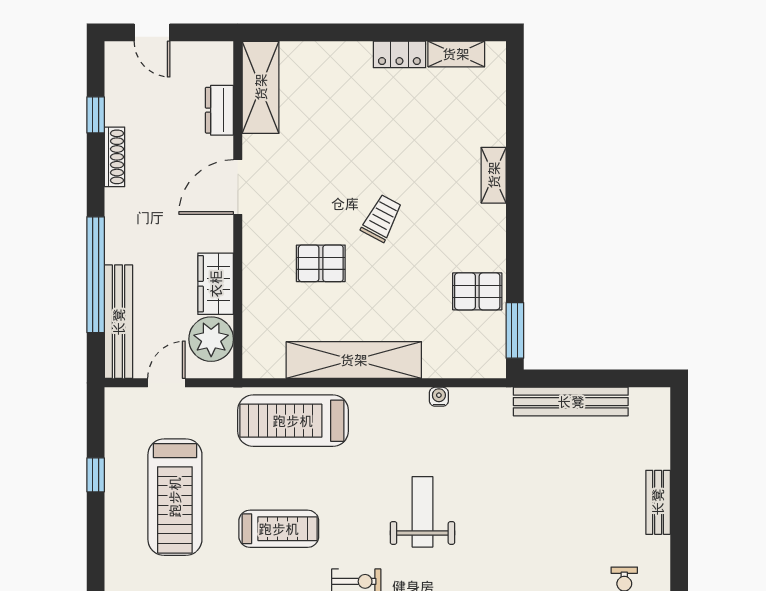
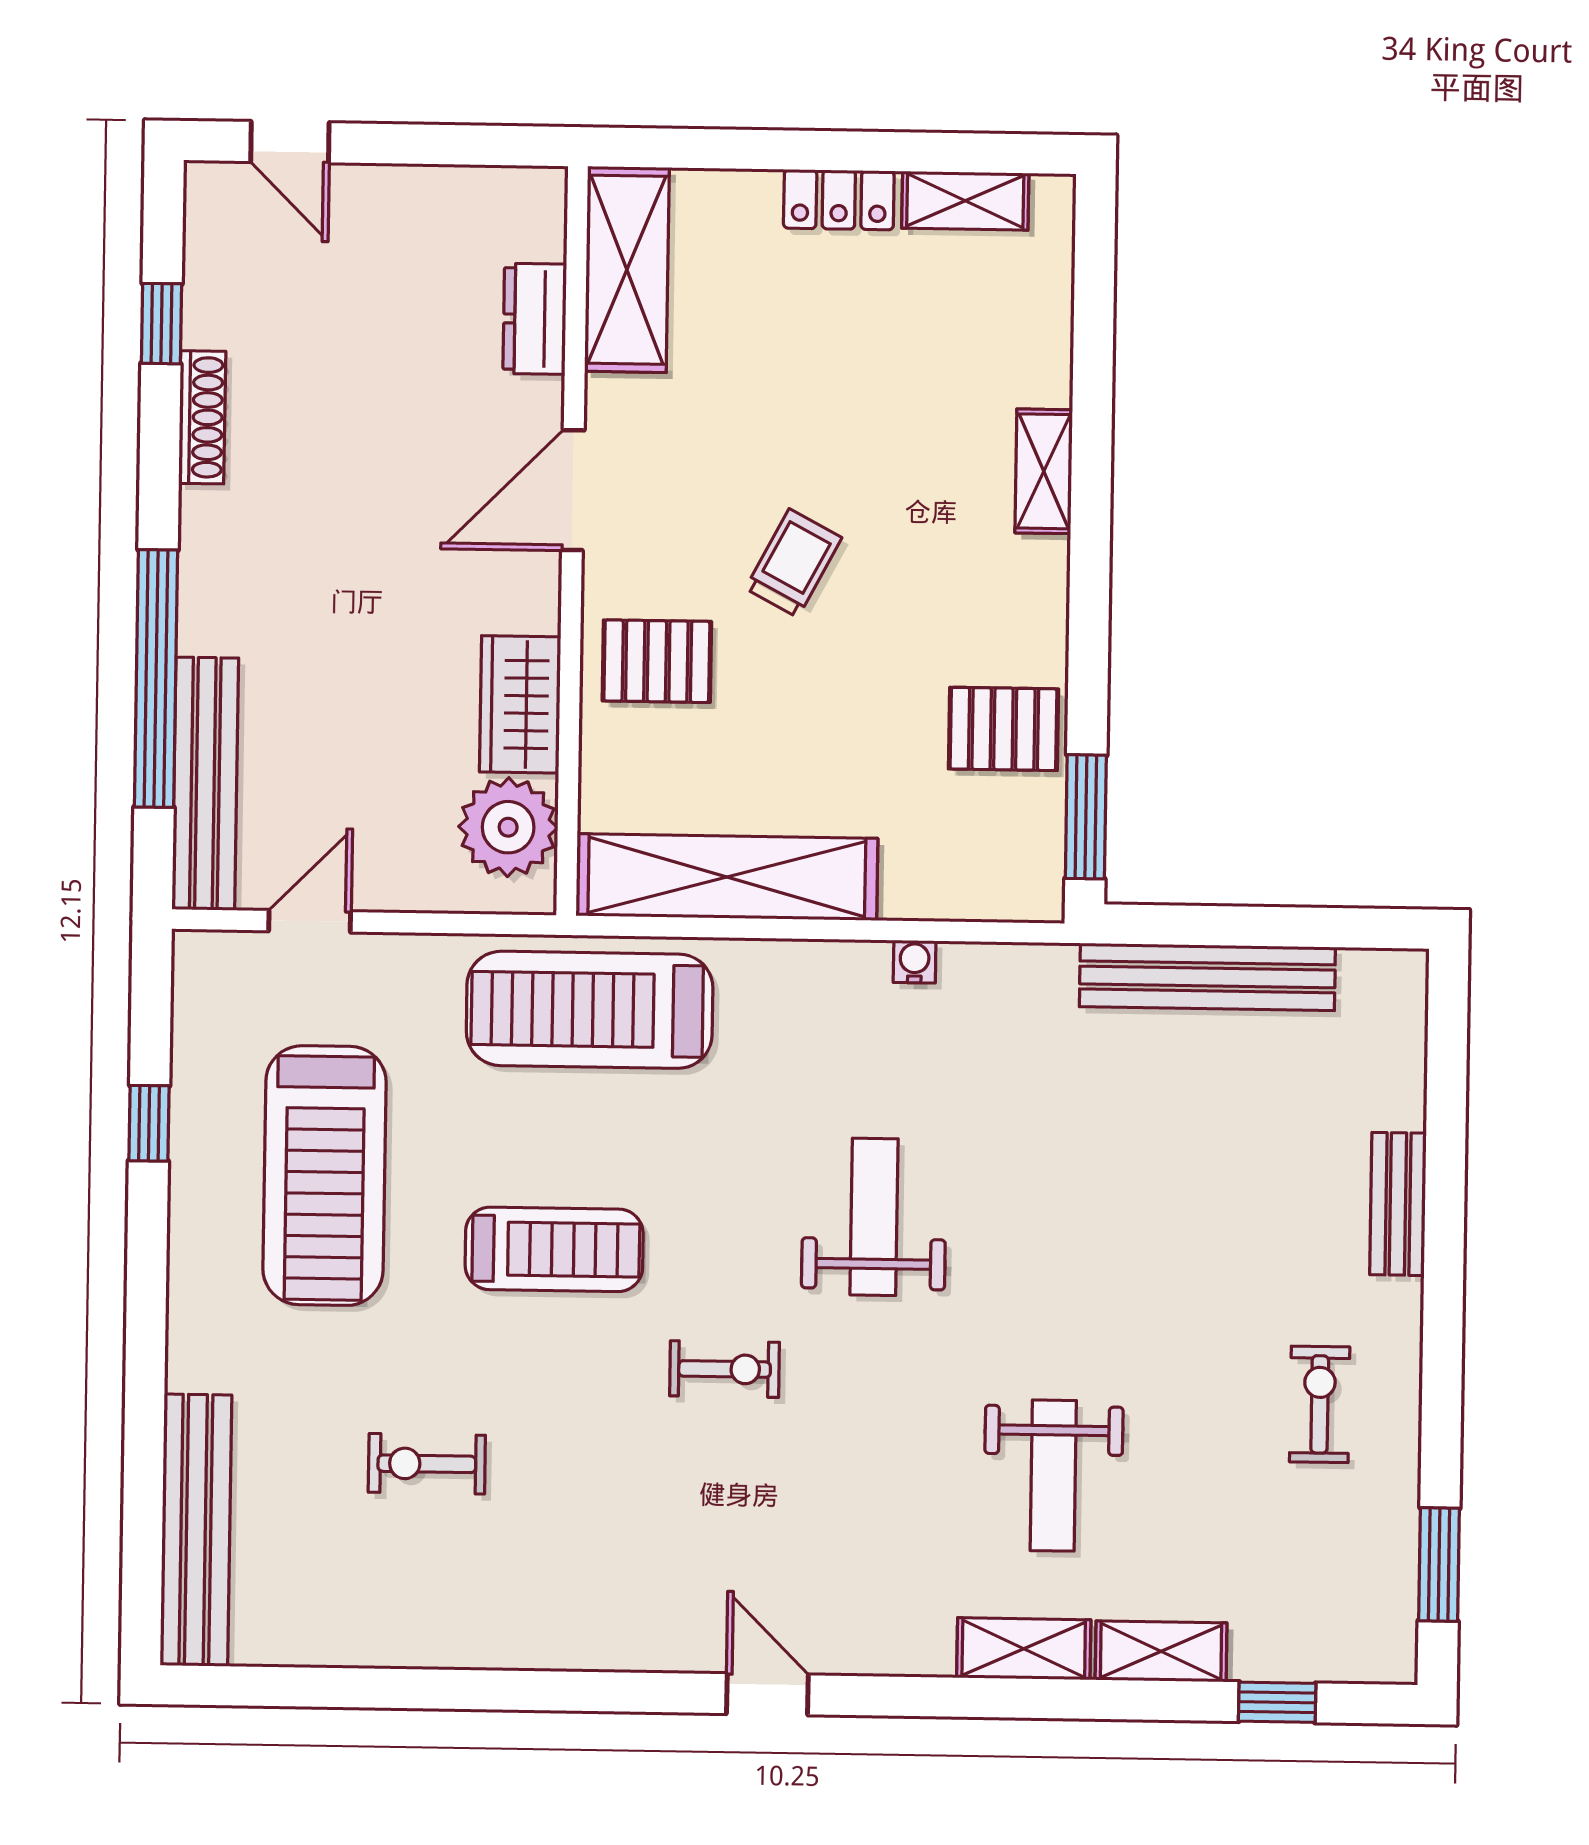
shelving: (261, 87) -> (627, 270), moved
dresser: (219, 110) -> (535, 319), moved
door: (238, 187) -> (573, 490), moved
wall: (238, 210) -> (572, 541), moved
wardrobe: (216, 284) -> (520, 704), moved
plant: (211, 339) -> (508, 827), moved

